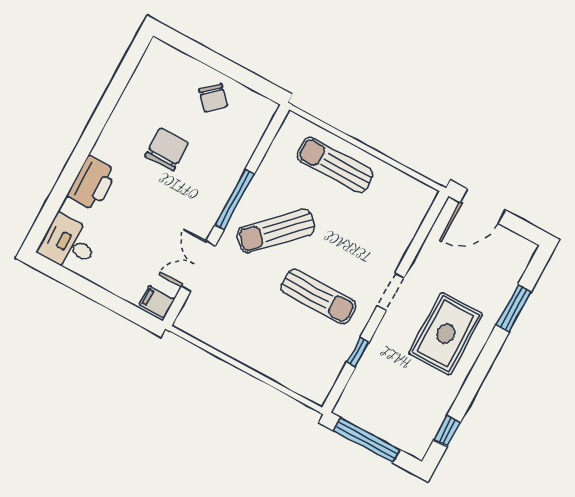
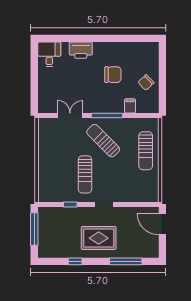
sun lounger: (335, 165) -> (146, 151), turned 180
filing cabinet: (157, 302) -> (130, 106), moved
window: (514, 308) -> (126, 261), width x1.44
window: (447, 431) -> (75, 261), moved

